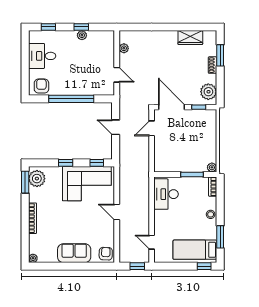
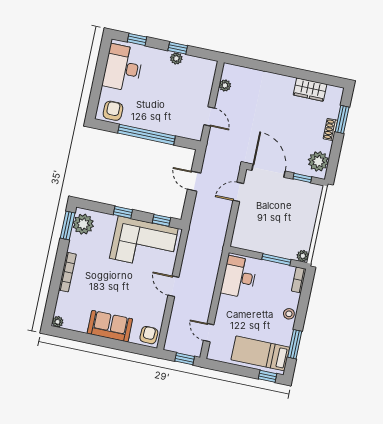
desk: (42, 56) -> (123, 68), width x1.37

